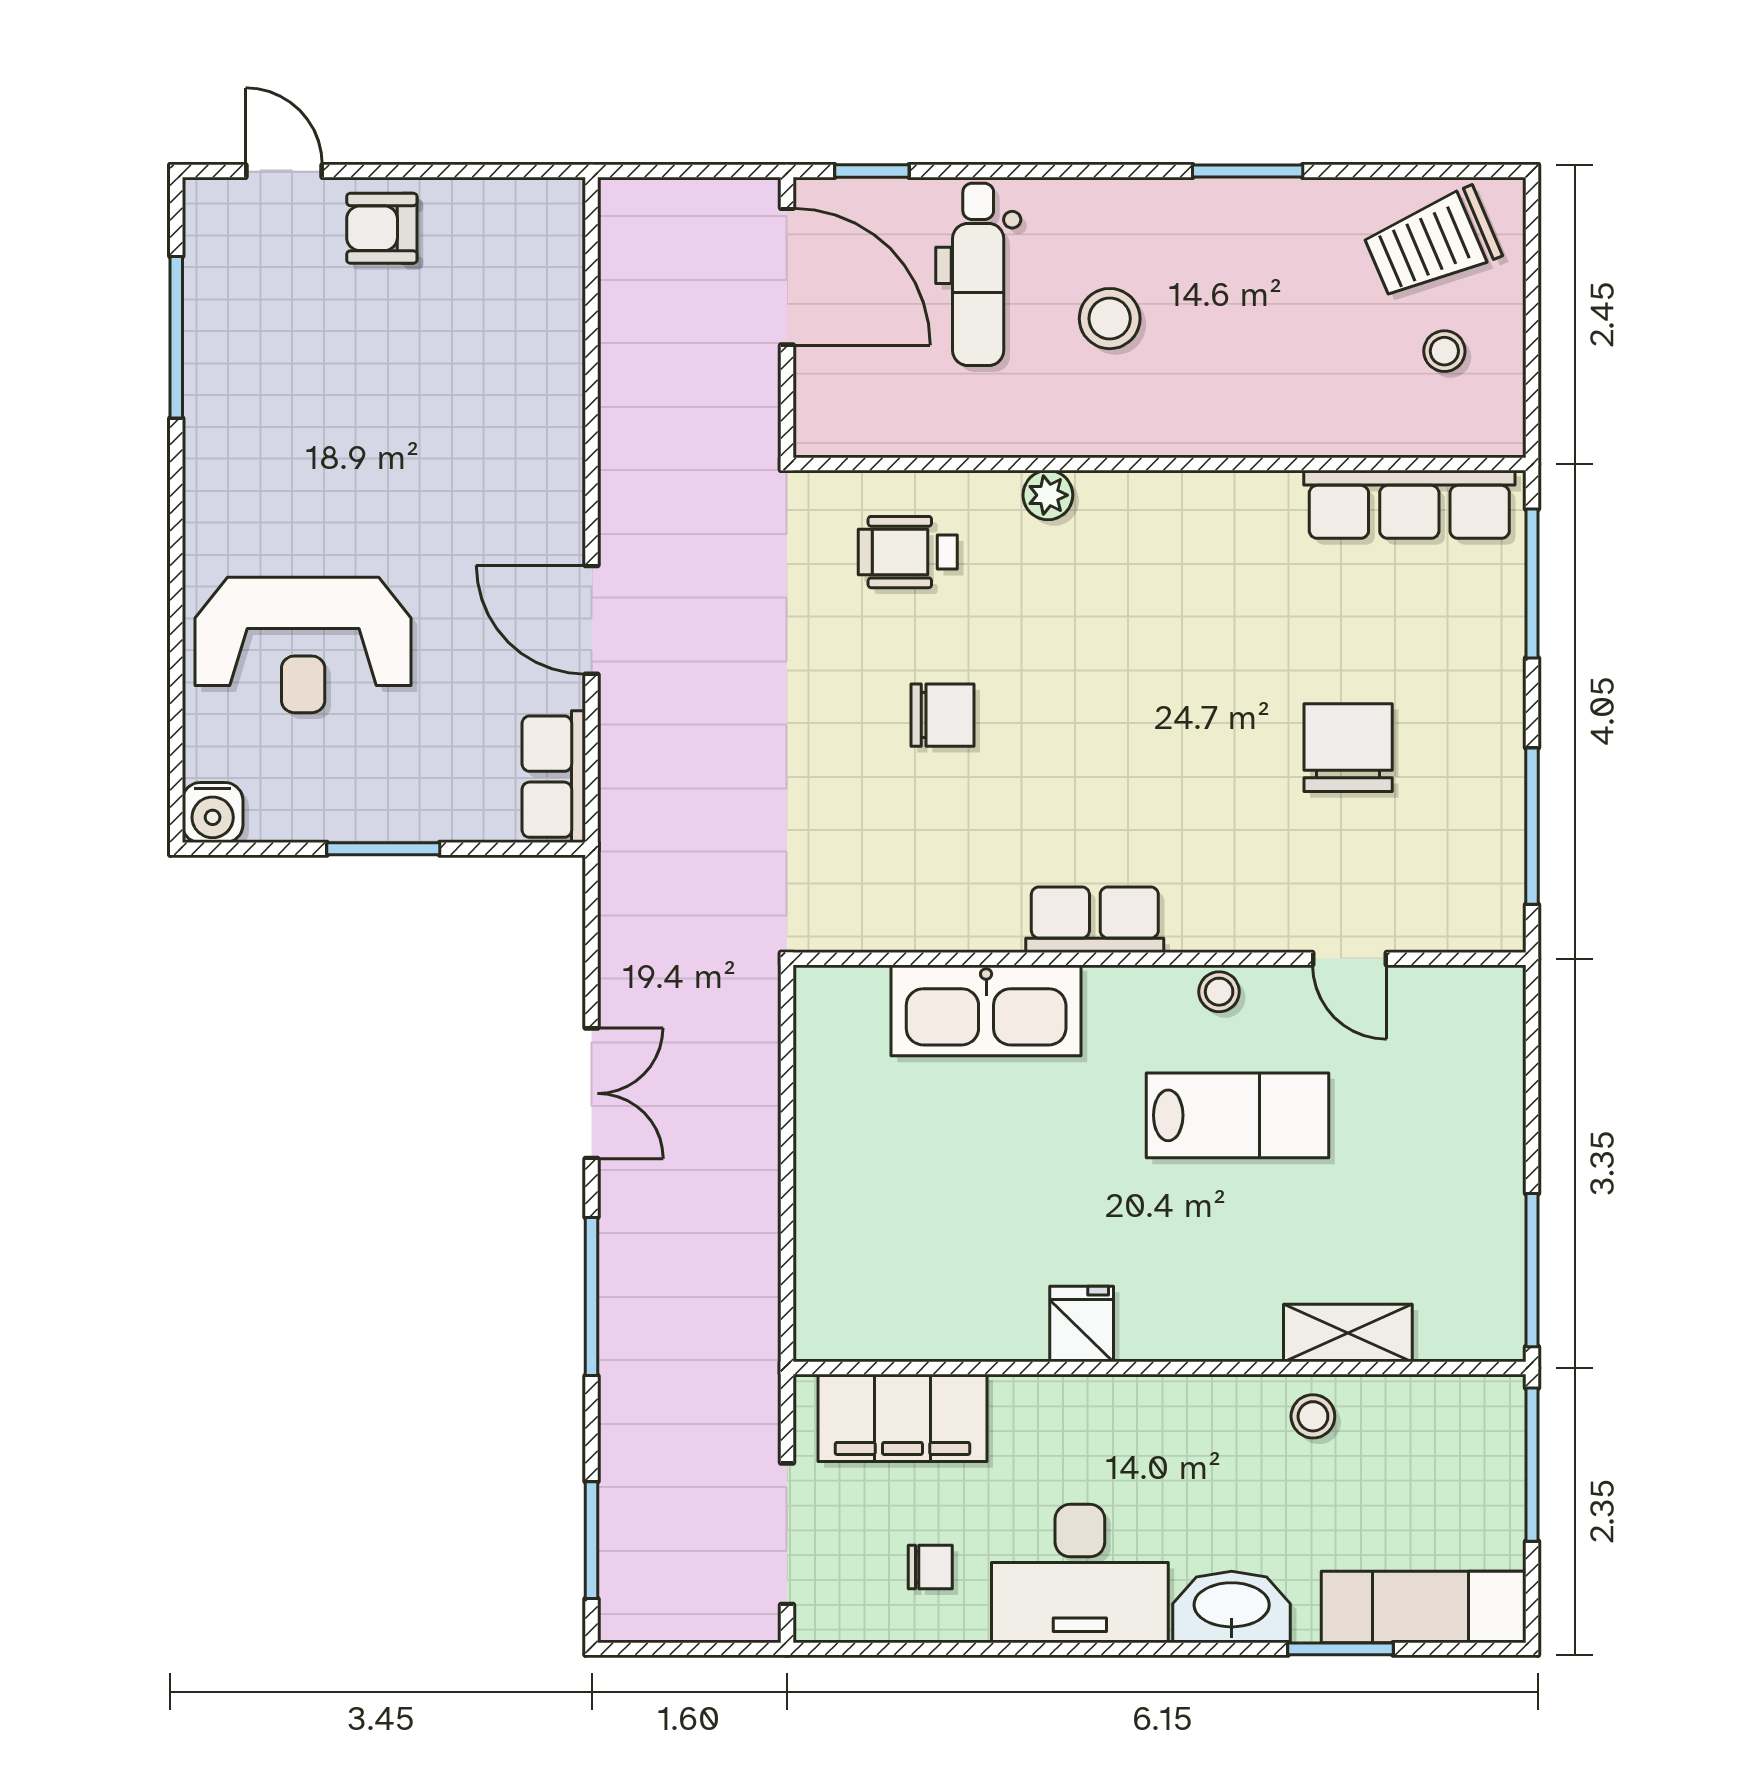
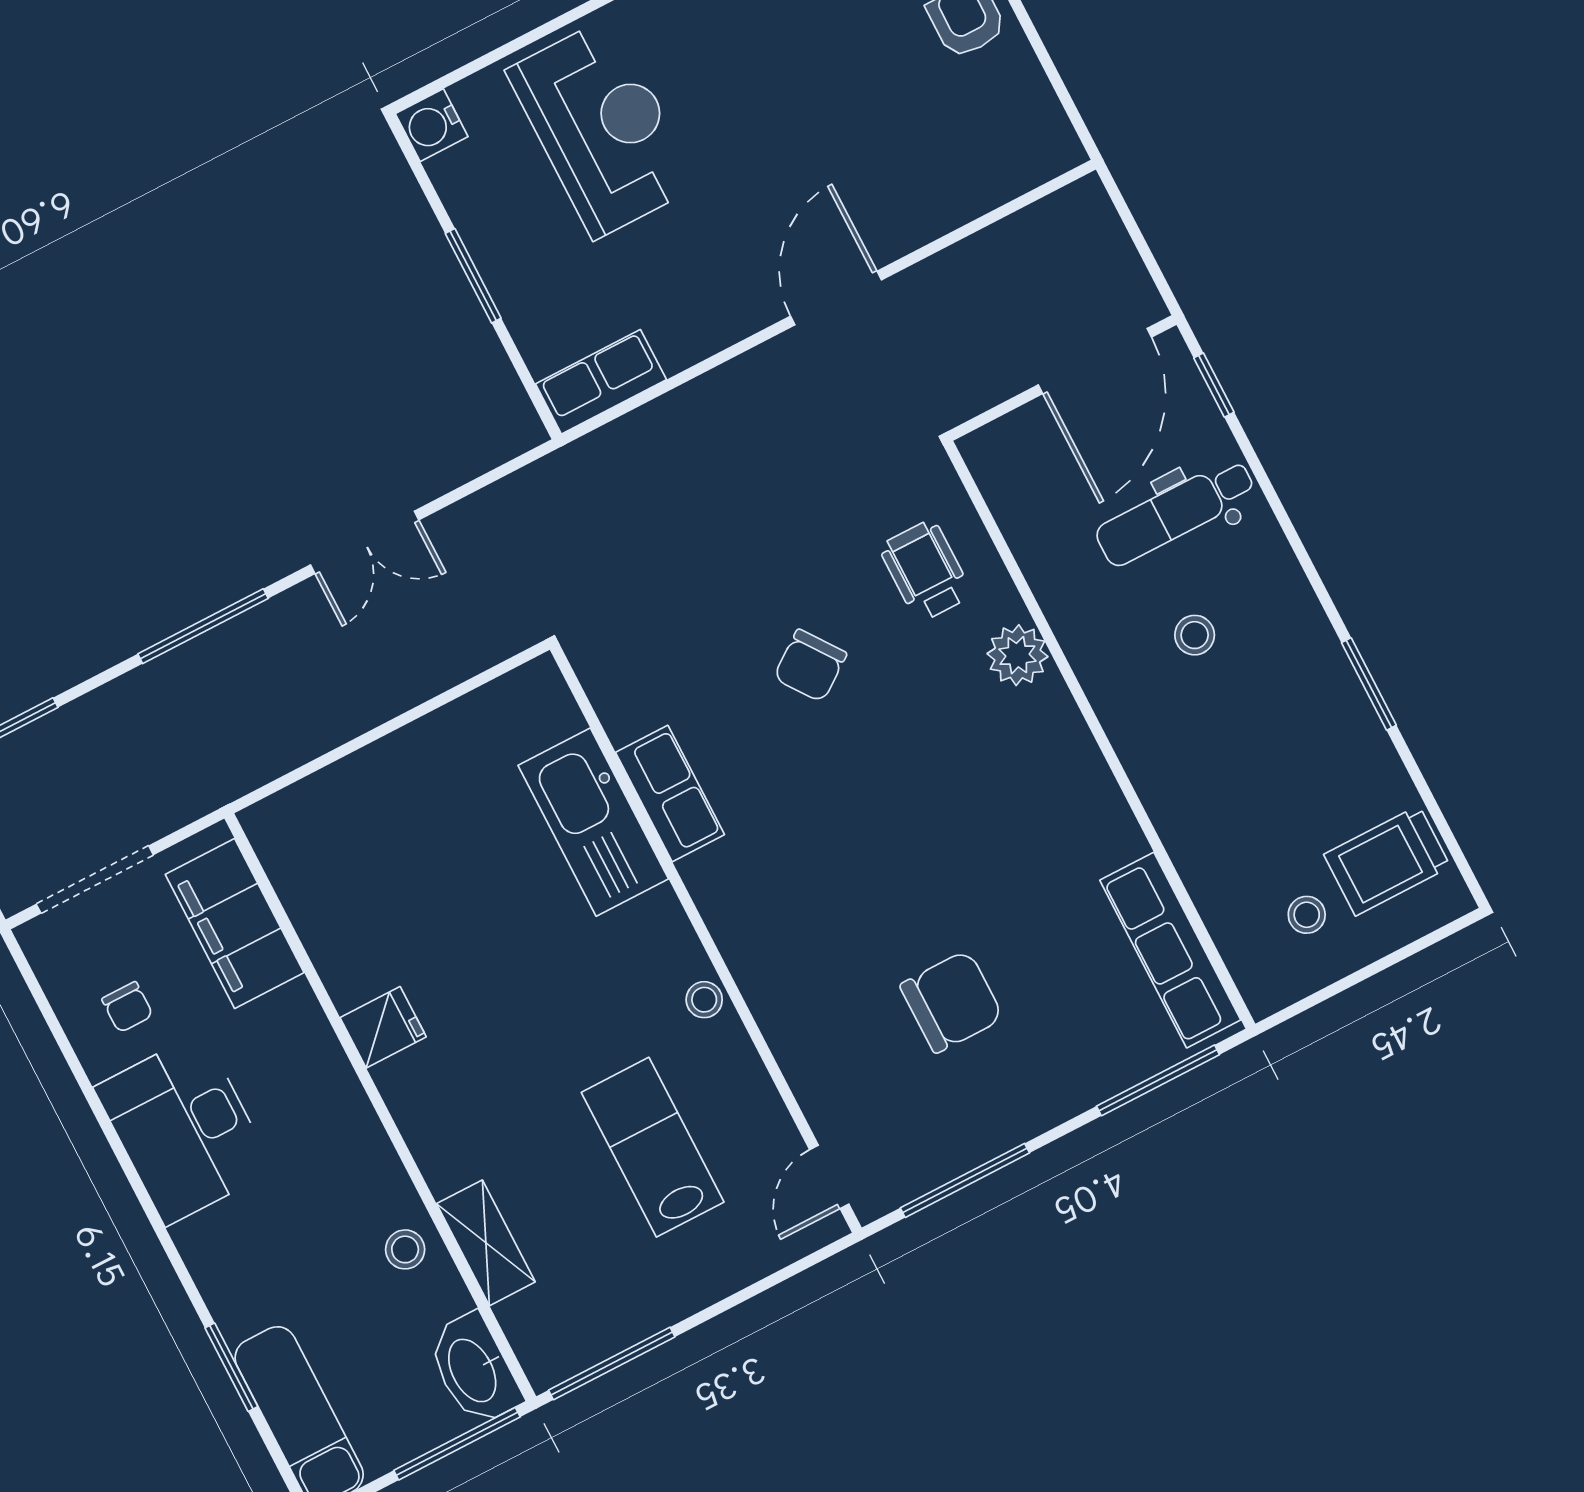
trolley: (1432, 244) -> (1387, 861), turned -67
stool: (1110, 319) -> (1195, 635), width x0.73, depth x0.73
plant: (1048, 495) -> (1017, 655), width x1.38, depth x1.38
door: (592, 620) -> (836, 298), moved
reception desk: (303, 645) -> (602, 128), turned 180
chair: (942, 715) -> (810, 666), turned 54
row of seats: (1095, 920) -> (670, 794), moved
door: (1350, 959) -> (829, 1177), moved
lab bench: (1237, 1115) -> (653, 1147), moved, turned 180
washbasin: (1232, 1607) -> (474, 1370), moved, turned 180

